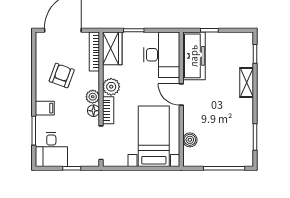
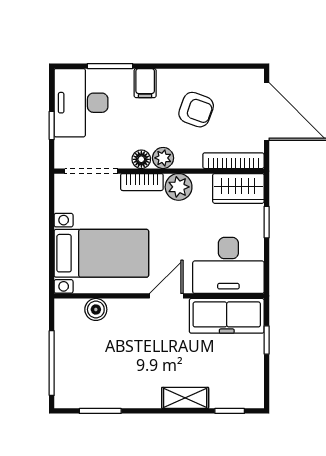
desk: (51, 149) -> (81, 103), width x1.37

